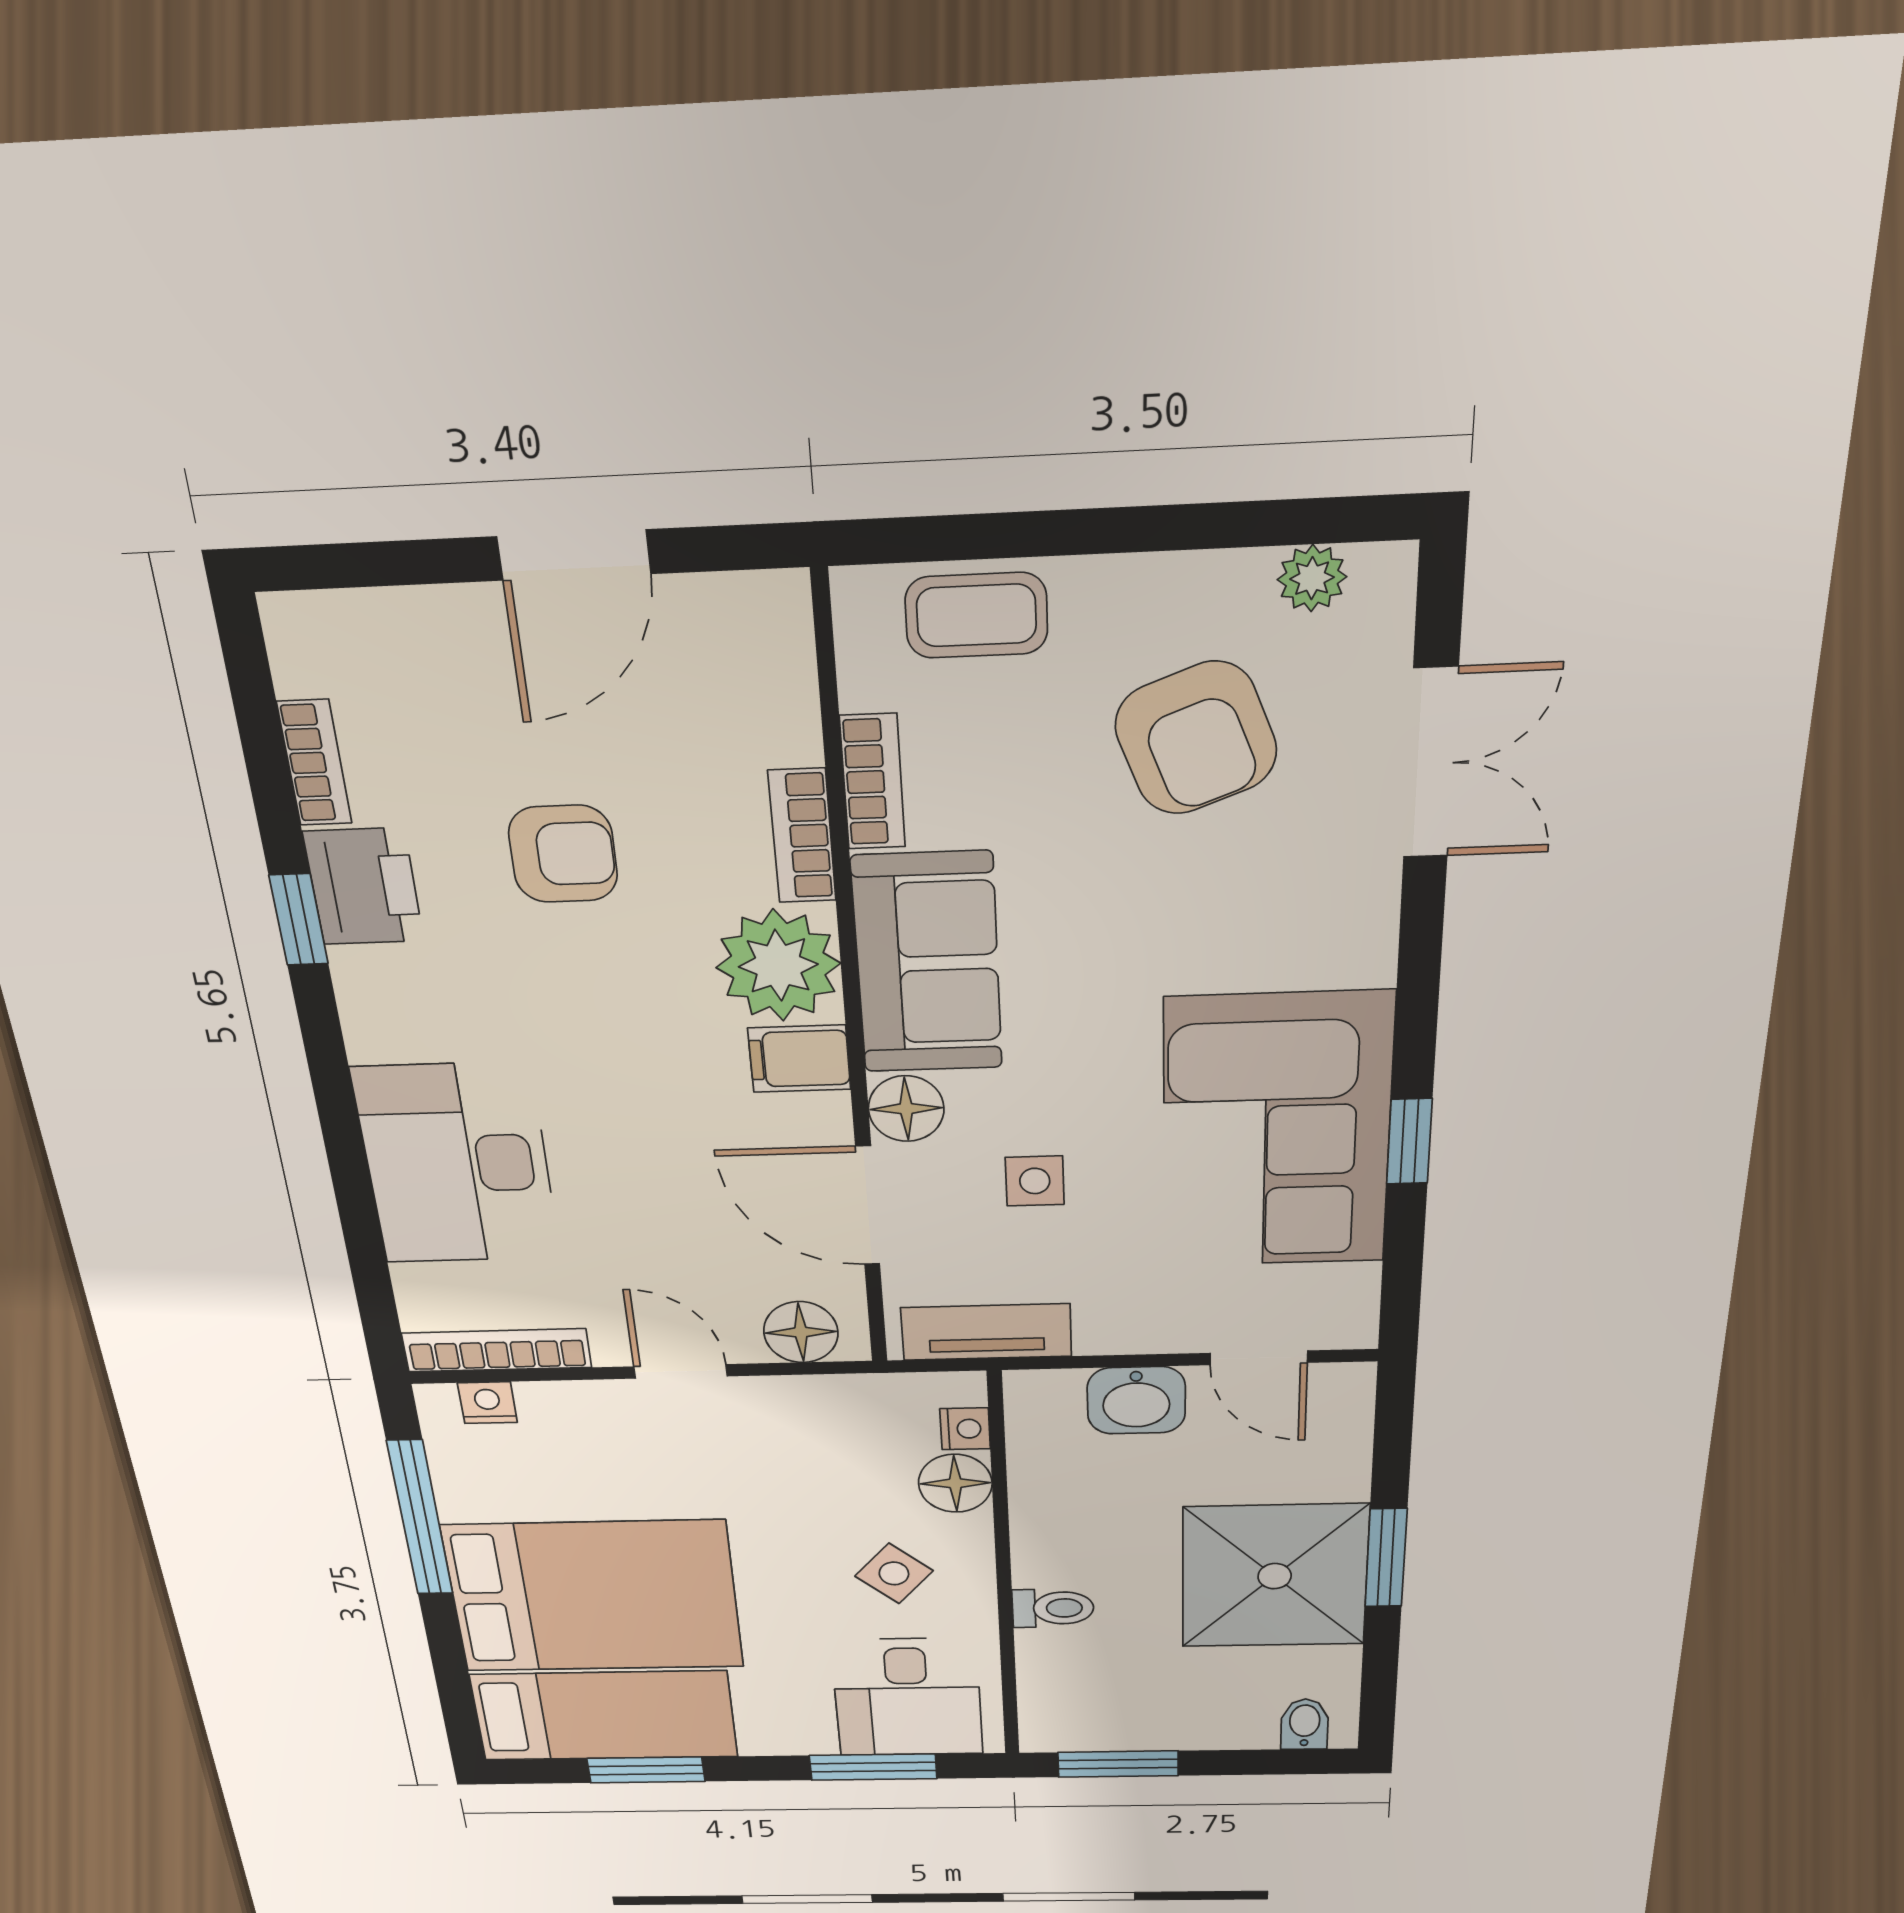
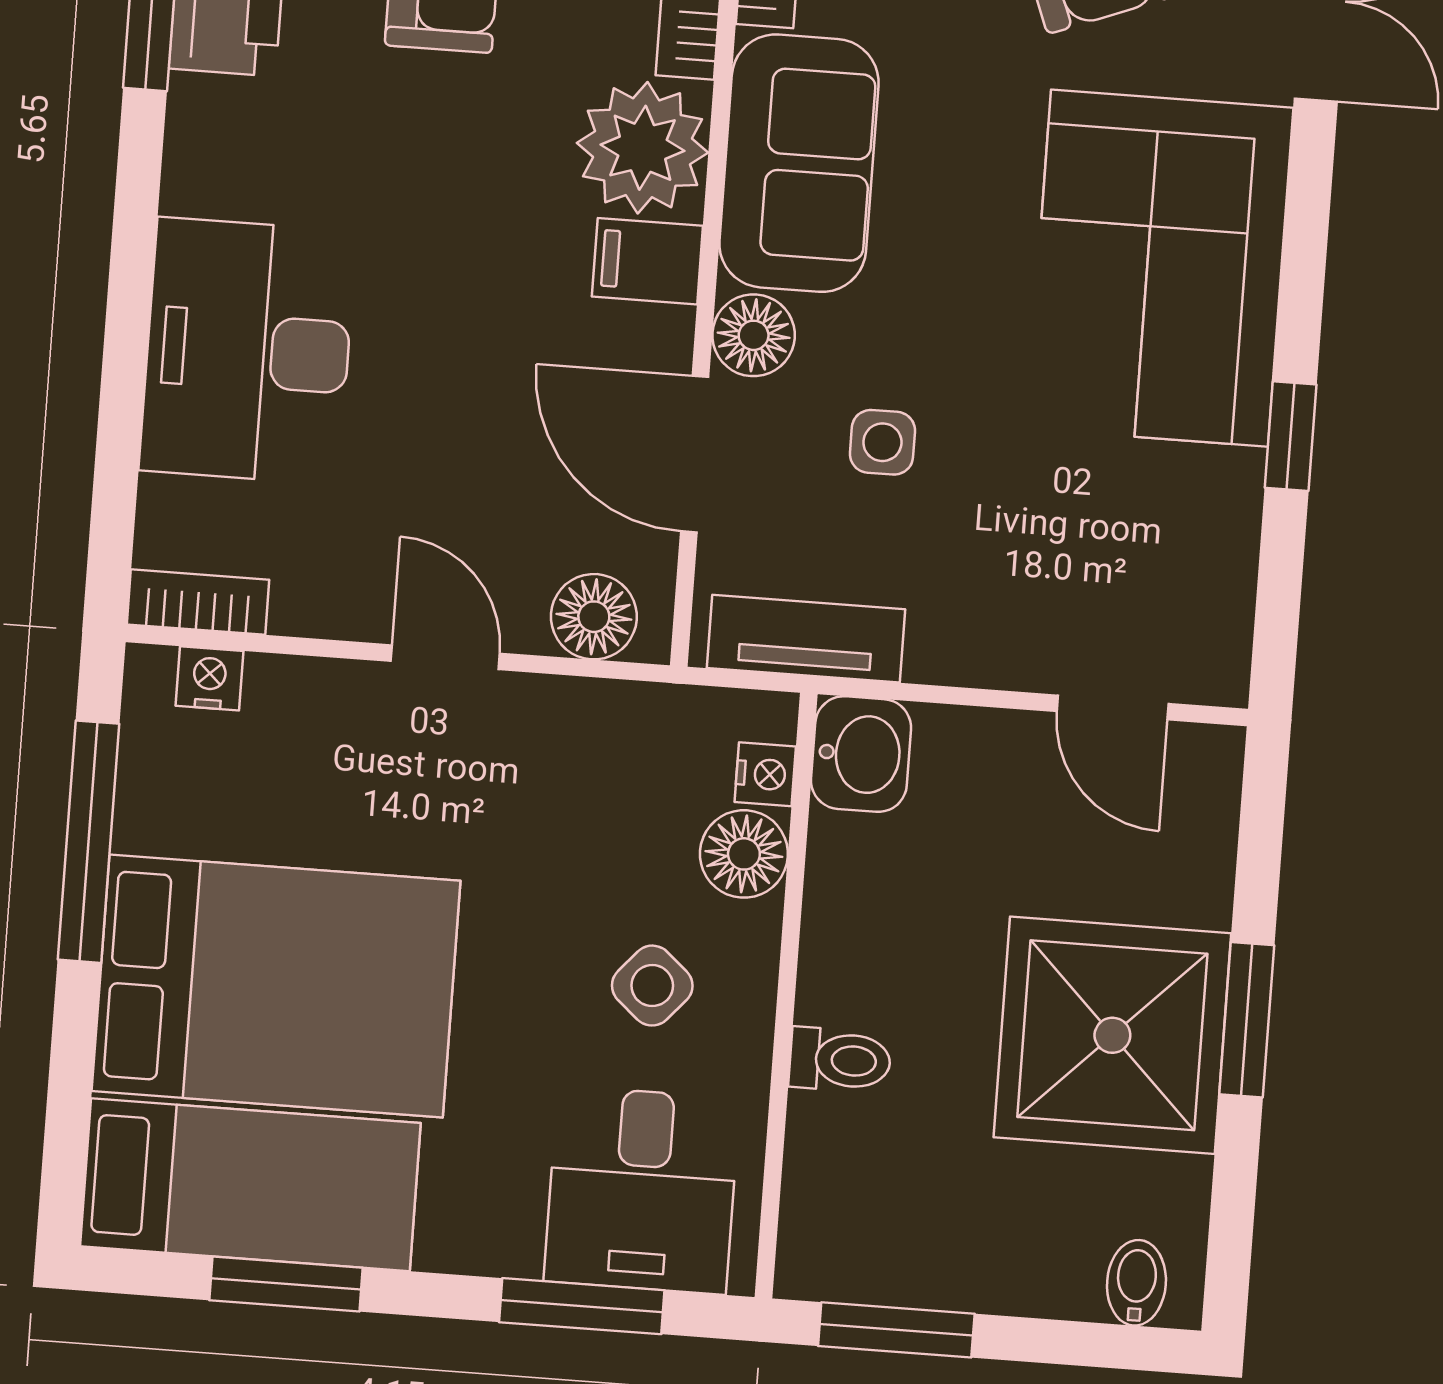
corner sofa: (1276, 1132) -> (1160, 268), moved
bookcase: (497, 1350) -> (198, 602), width x0.64
washbasin: (1136, 1400) -> (861, 754), moved, turned -90

